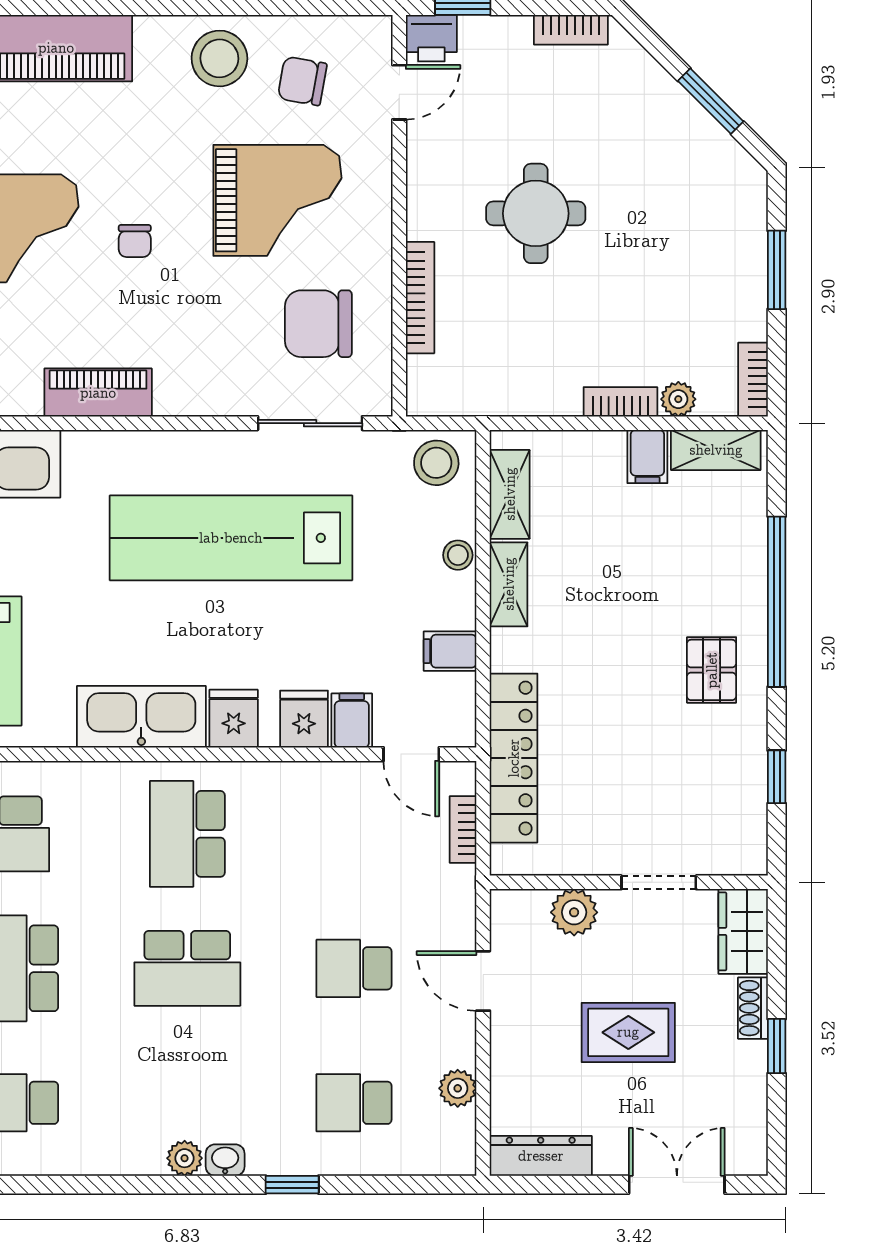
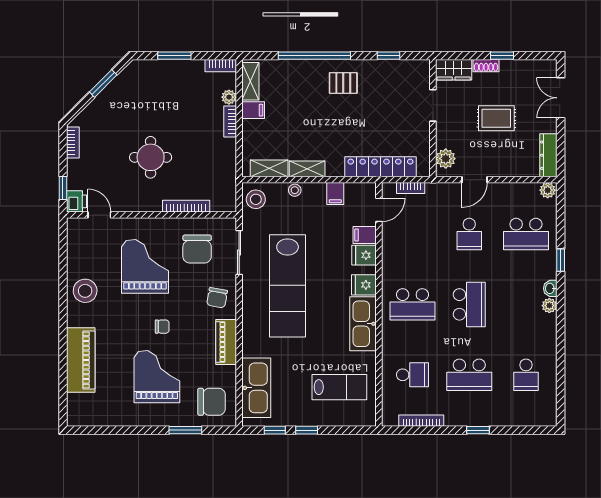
chair: (302, 81) -> (217, 298), moved
plant: (574, 912) -> (446, 159), moved
rug: (628, 1032) -> (496, 118), turned 90
plant: (458, 1088) -> (548, 190), moved
school desk: (354, 1103) -> (526, 234), width x1.85

